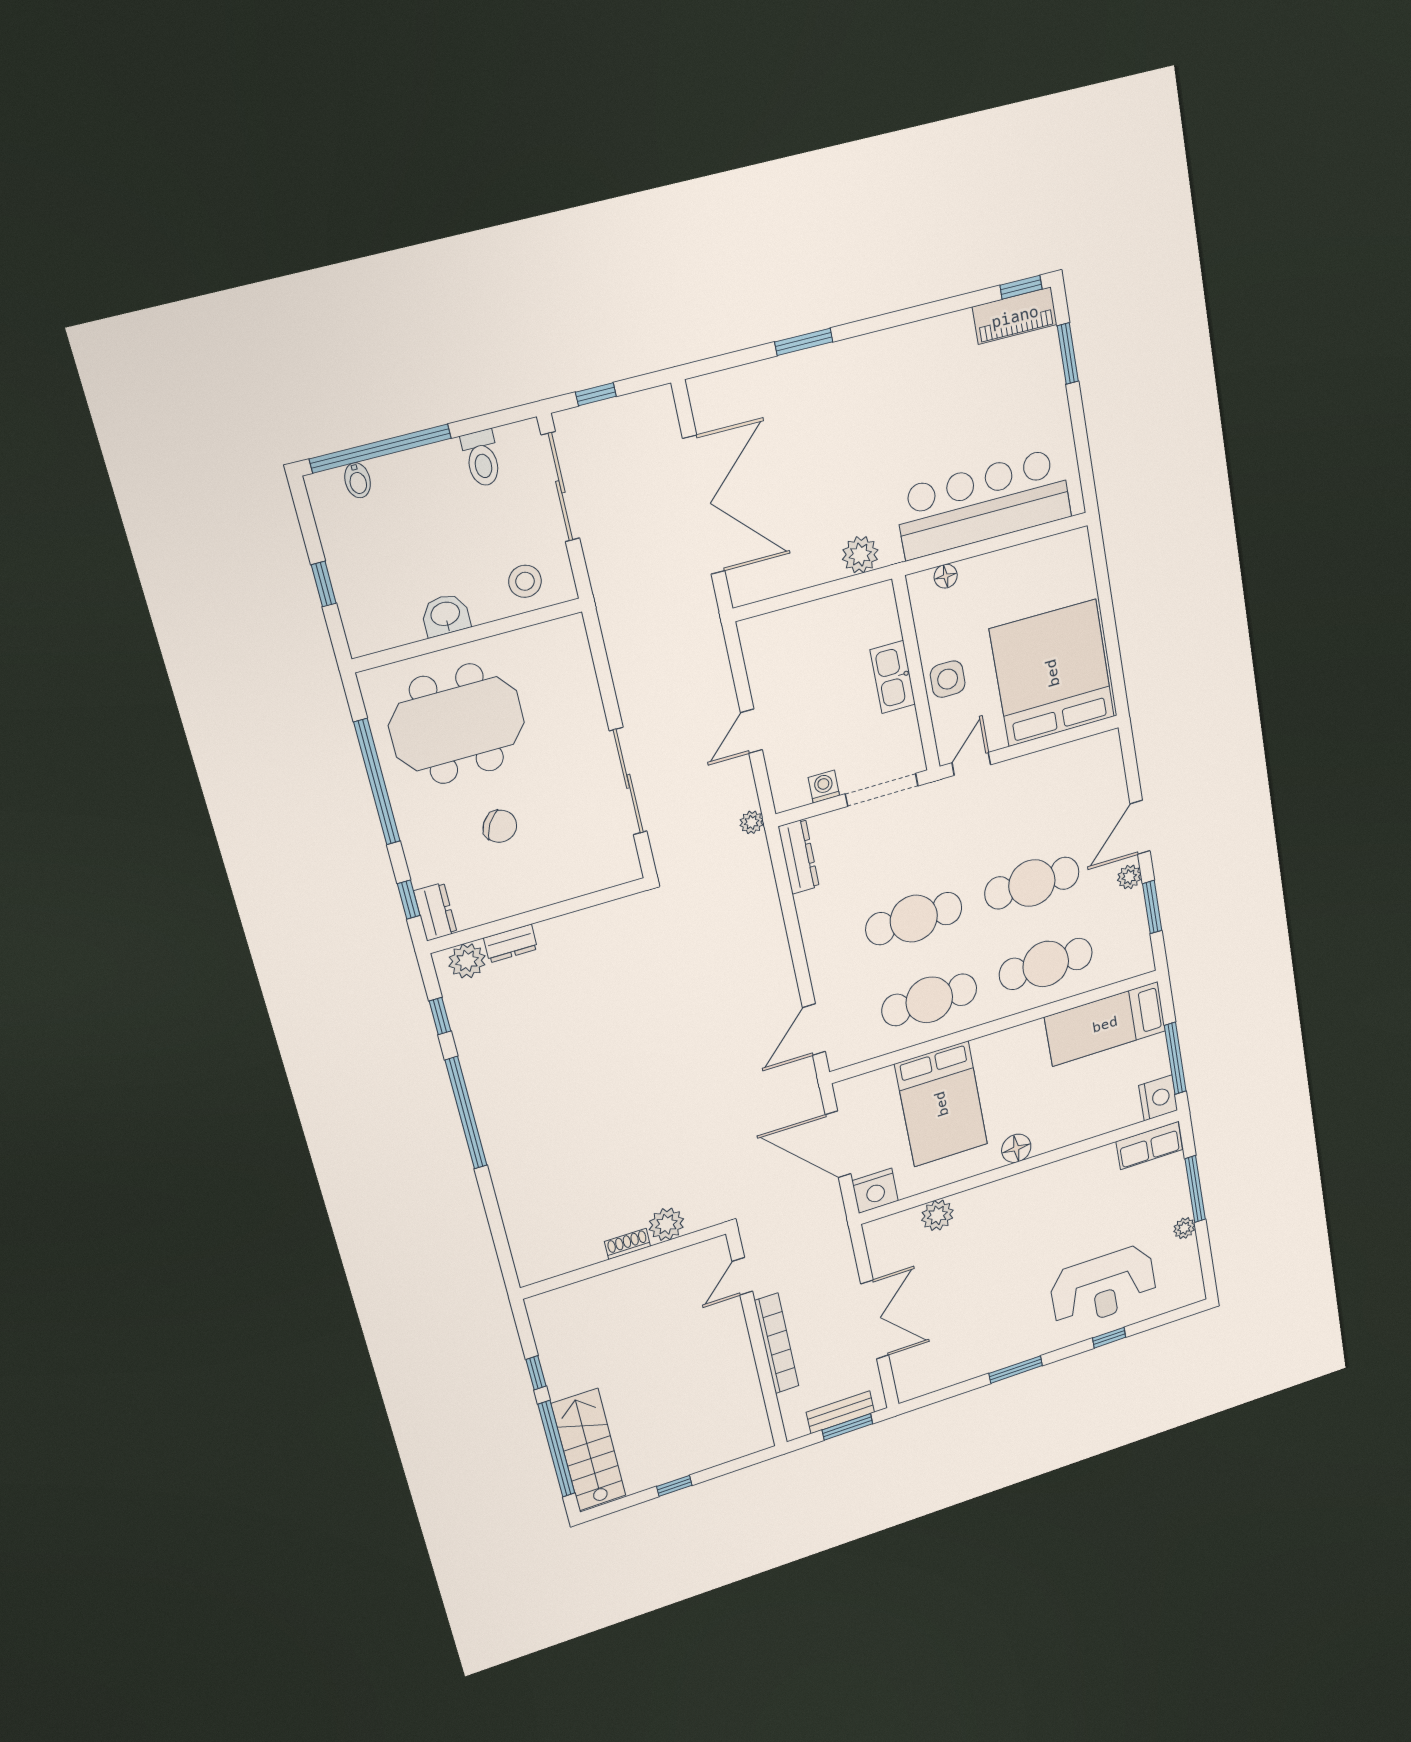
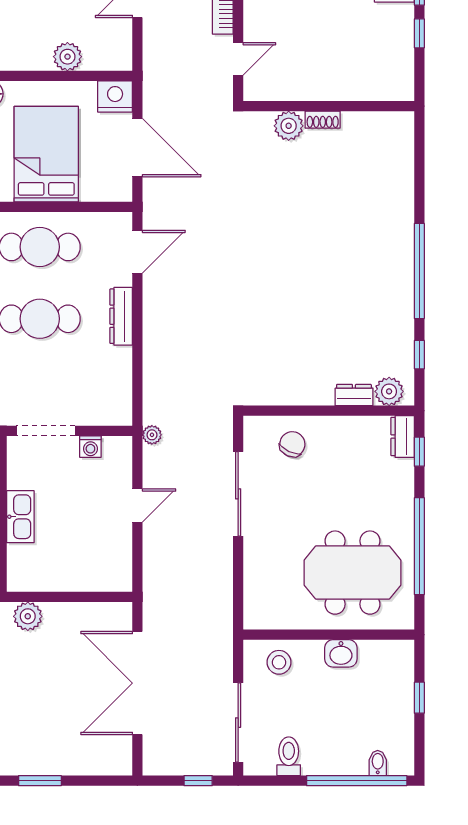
chair: (500, 826) -> (292, 444), moved, turned 85
dresser: (799, 857) -> (121, 316), moved

